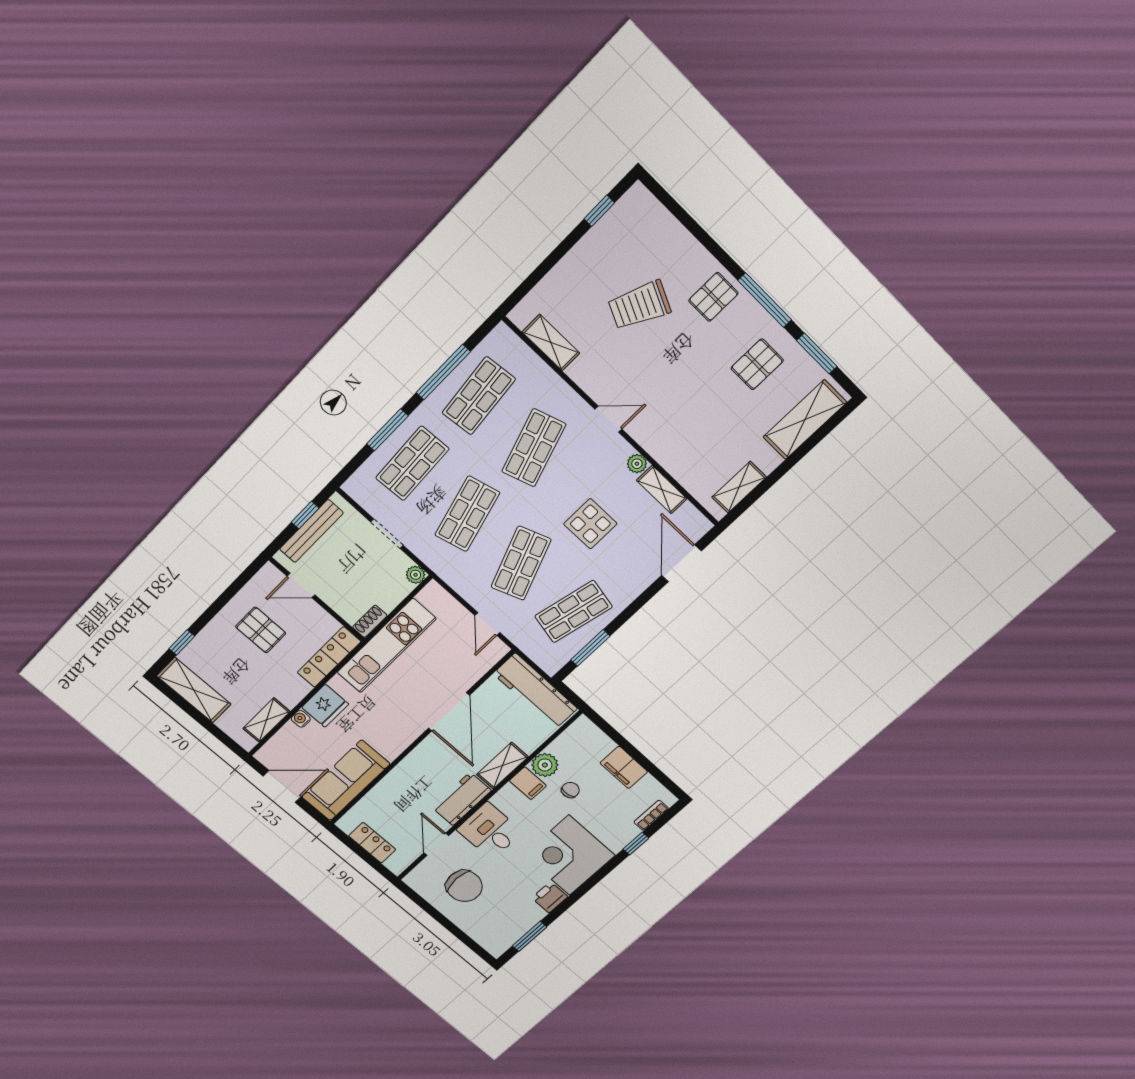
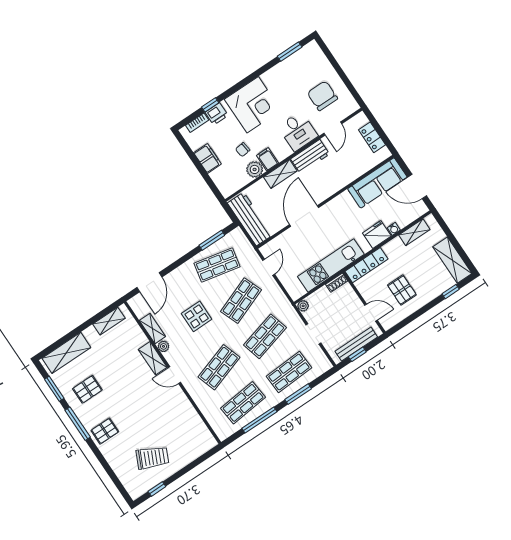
trolley: (639, 305) -> (152, 458), moved
shelving: (551, 343) -> (153, 358), moved
printer: (550, 897) -> (217, 114), moved

